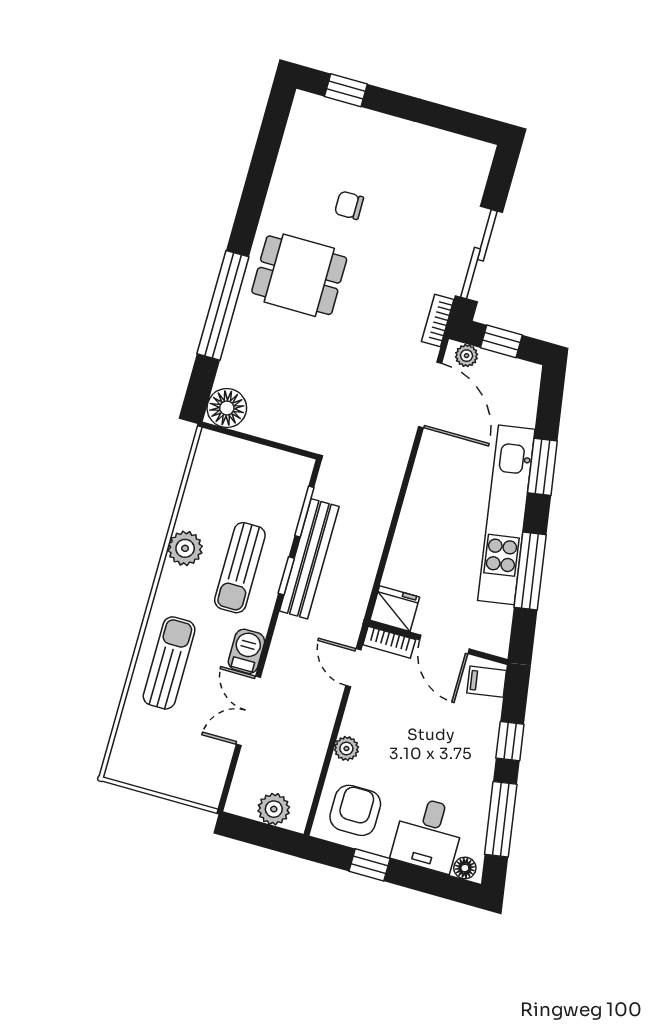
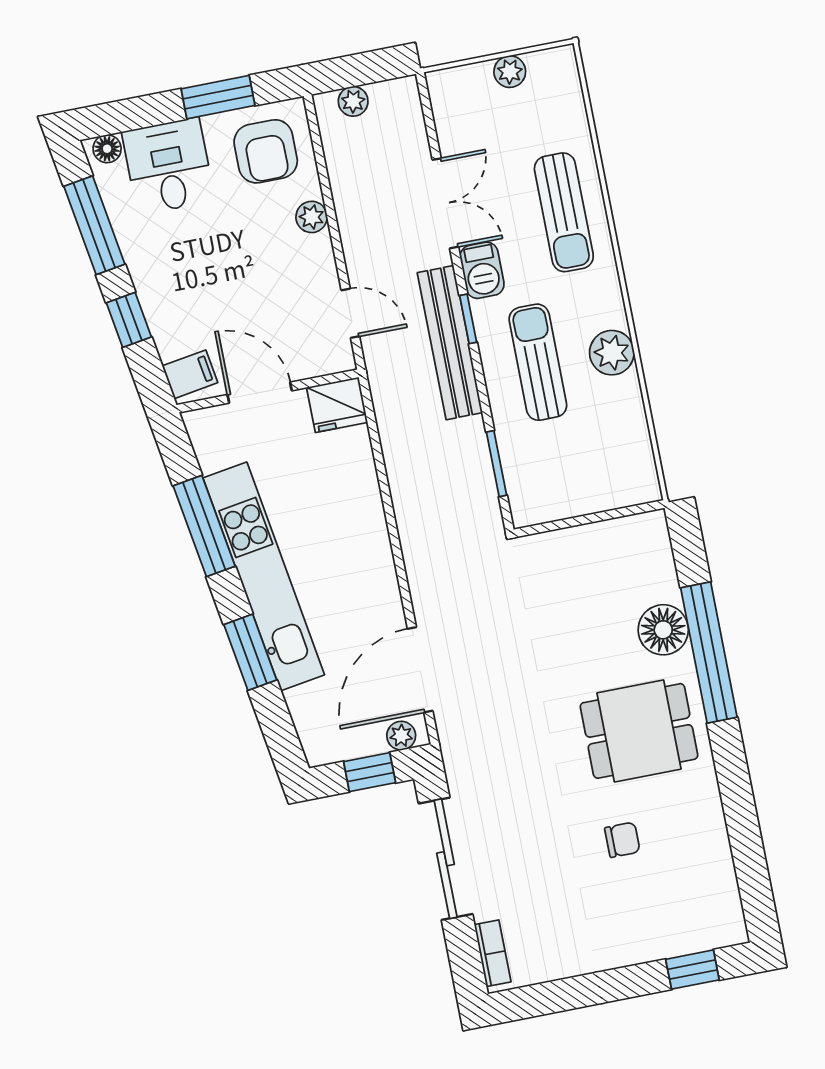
bookcase: (438, 320) -> (493, 953), moved
door: (430, 395) -> (420, 670), hinge flipped
floor lamp: (227, 408) -> (663, 630), moved
bench: (309, 559) -> (450, 343), moved
window: (286, 576) -> (468, 319), moved
bookcase: (389, 642) -> (324, 363), removed
plant: (157, 780) -> (510, 72), added
plant: (274, 809) -> (353, 101), width x0.73, depth x0.73
window: (369, 865) -> (218, 97), width x1.50

